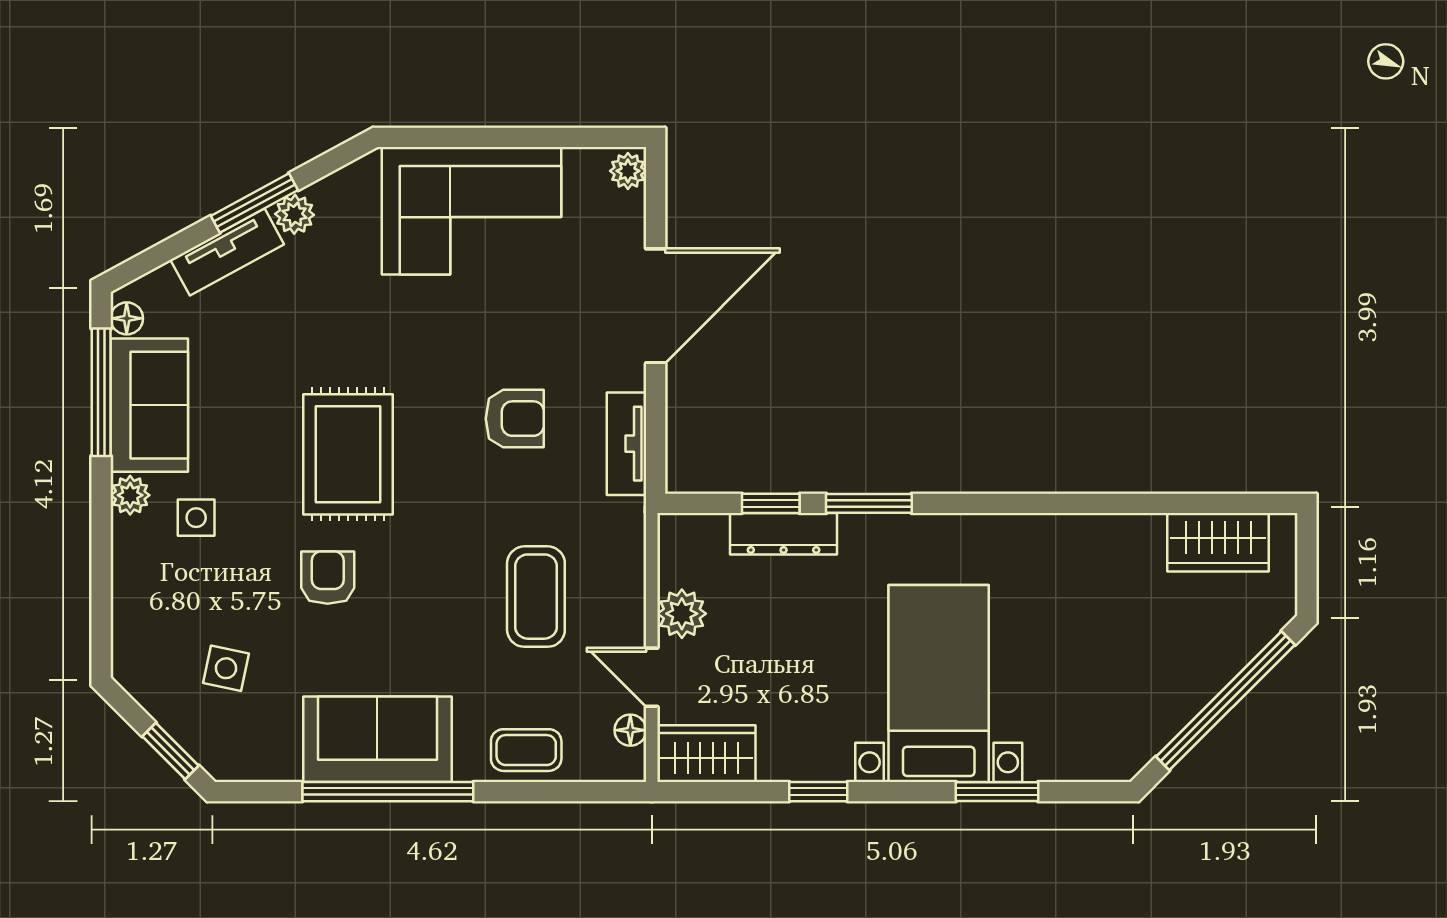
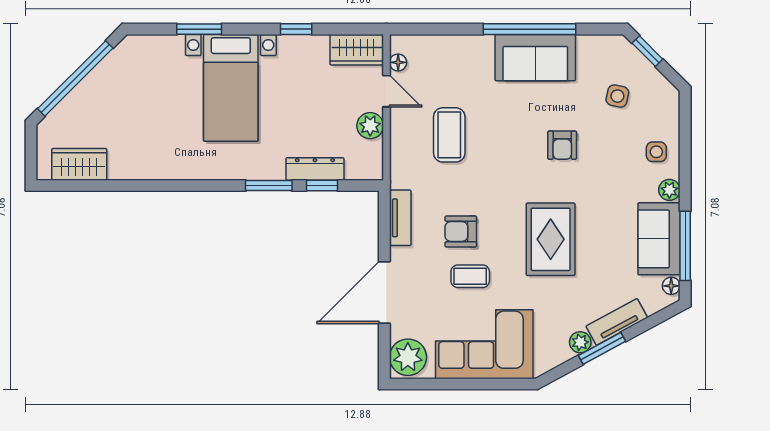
plant: (628, 171) -> (408, 357), width x1.88, depth x1.88
rug: (348, 454) -> (551, 239), moved
side table: (196, 518) -> (656, 152), moved
coffee table: (526, 750) -> (470, 276), moved

